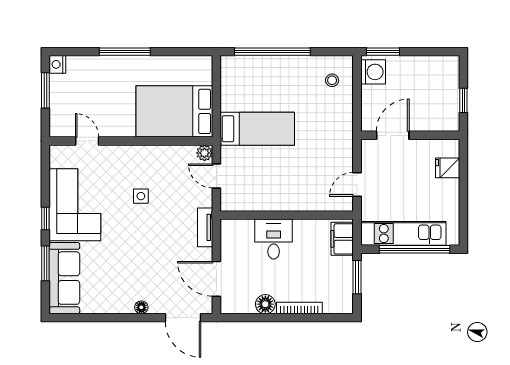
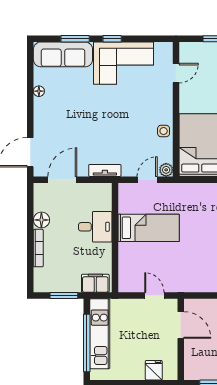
bed: (257, 129) -> (149, 228), moved, turned -90
door: (357, 184) -> (154, 296), moved
side table: (141, 196) -> (164, 131), moved
floor lamp: (141, 307) -> (39, 91), moved

